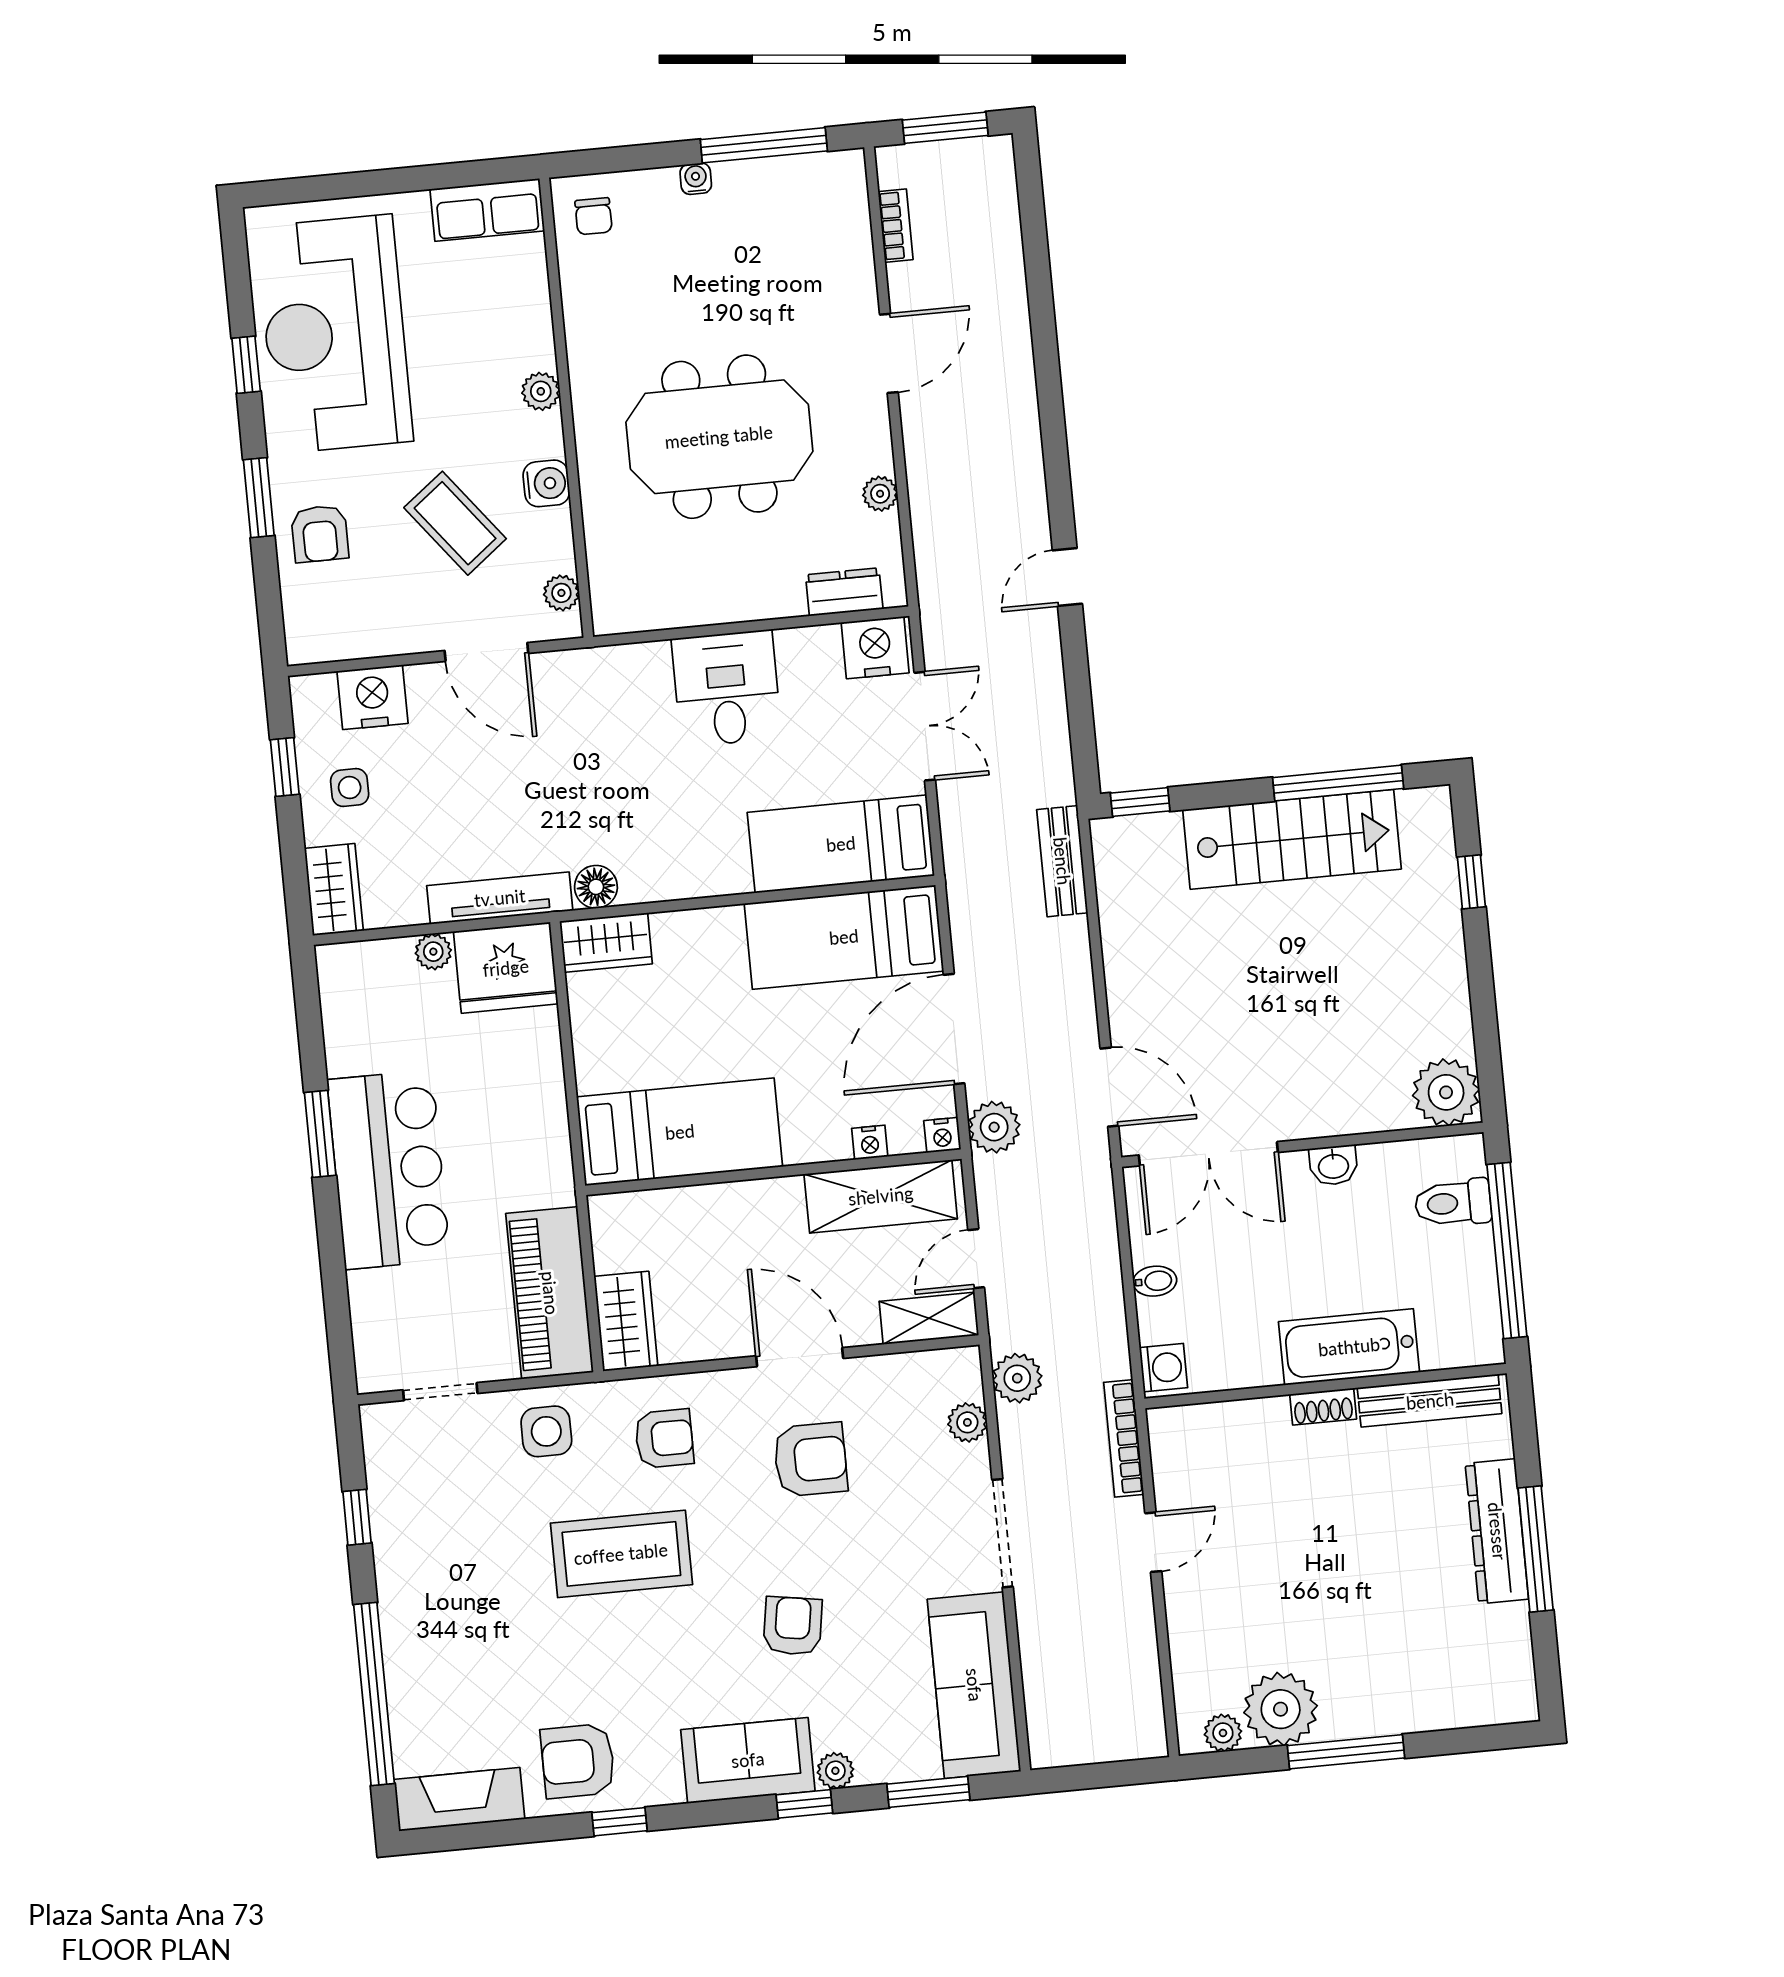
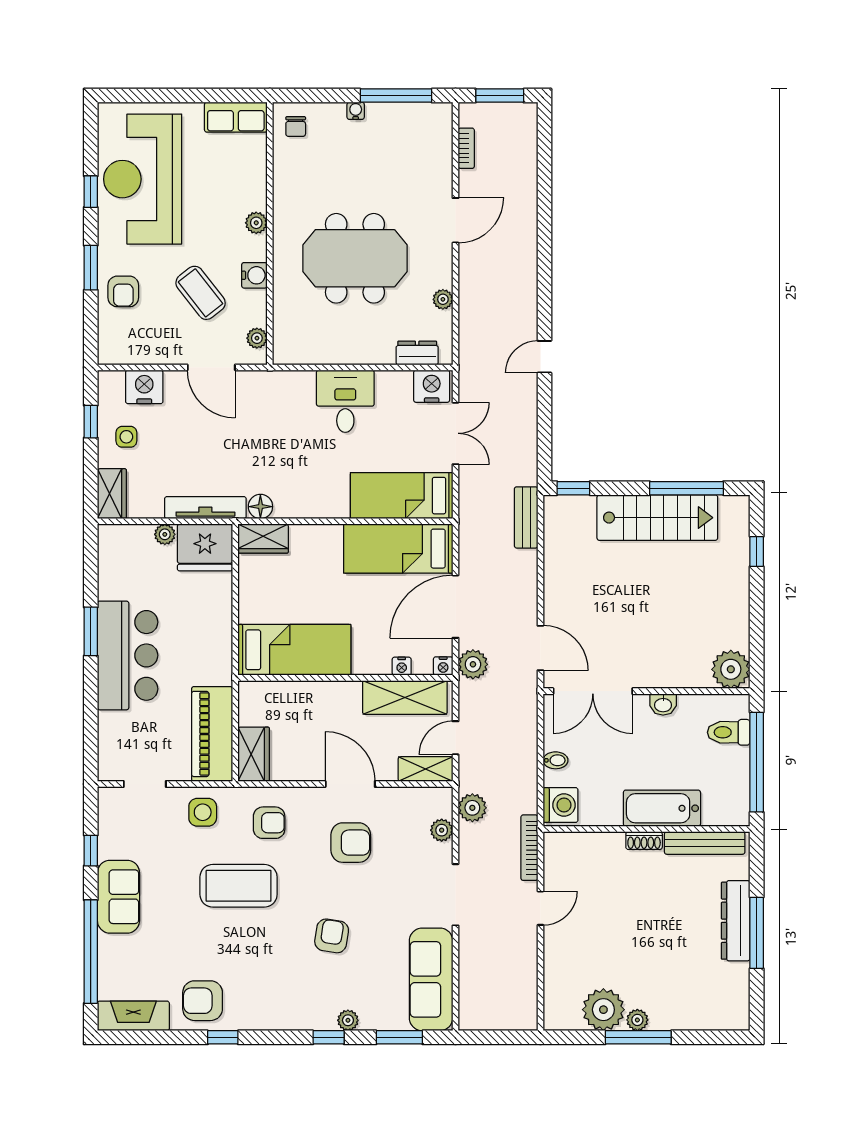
washing machine: (1163, 1368) -> (561, 805), width x1.38, depth x1.38
plant: (1223, 1733) -> (637, 1020), moved
sofa: (748, 1760) -> (118, 897), moved, turned 90

